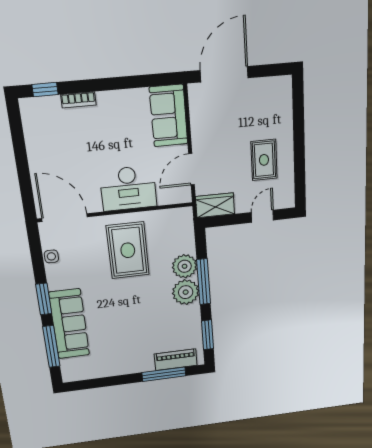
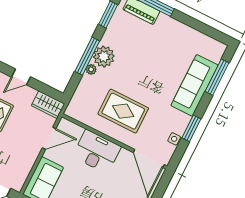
rug: (128, 250) -> (123, 111), turned 90
plant: (185, 266) -> (91, 69), width x0.53, depth x0.53
window: (44, 299) -> (191, 128), moved

